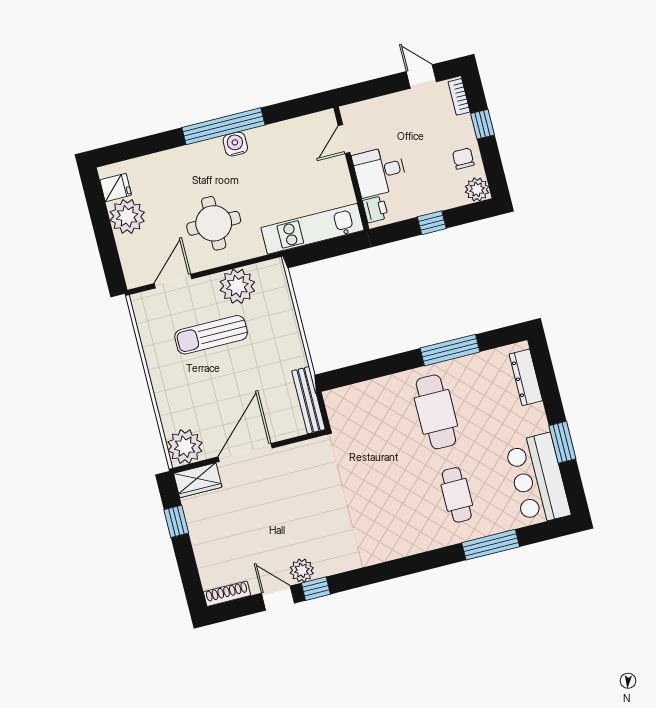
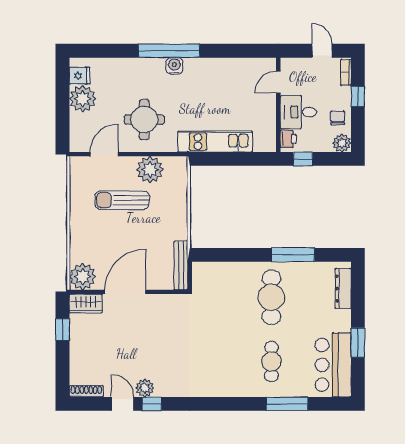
door: (344, 139) -> (278, 82), moved
wall: (351, 169) -> (278, 105), moved
desk: (380, 171) -> (298, 112), moved
printer: (375, 209) -> (288, 139), moved

